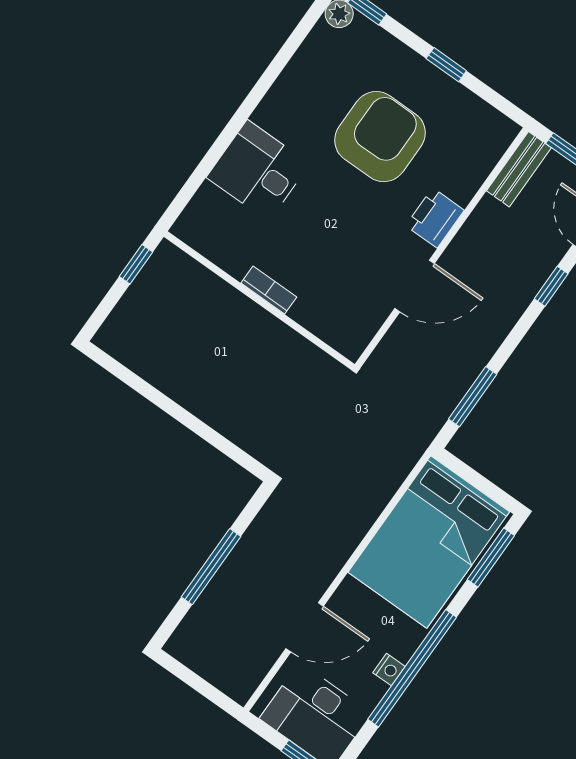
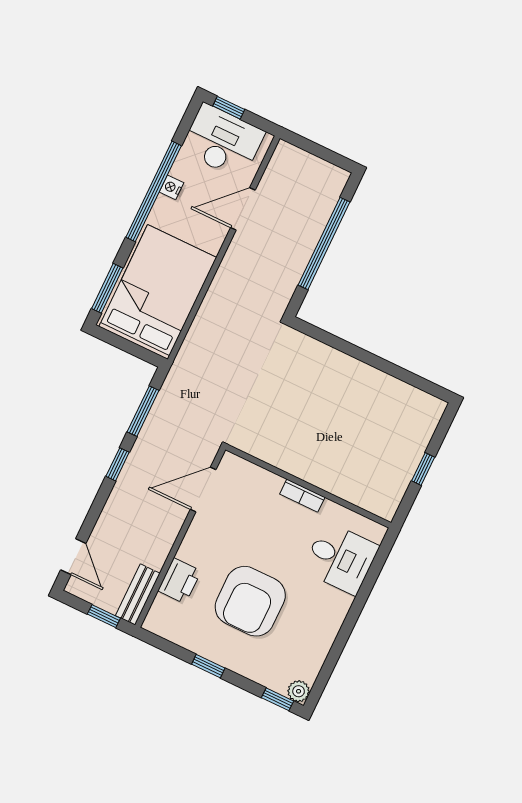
printer: (435, 218) -> (179, 581), moved
window: (551, 286) -> (118, 464), moved
bookcase: (269, 290) -> (302, 496), moved
wall: (259, 300) -> (308, 486), moved
window: (211, 567) -> (324, 243), width x1.46

